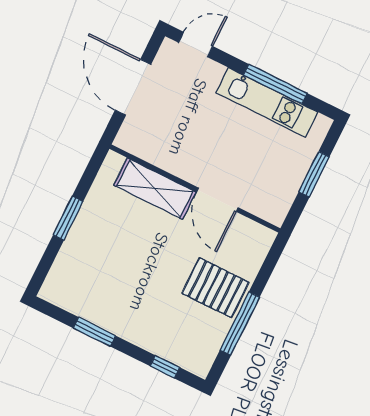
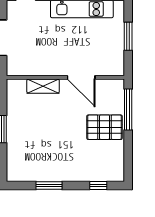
shelving: (155, 189) -> (43, 86), width x0.67, depth x0.75
window: (240, 324) -> (128, 110), moved

